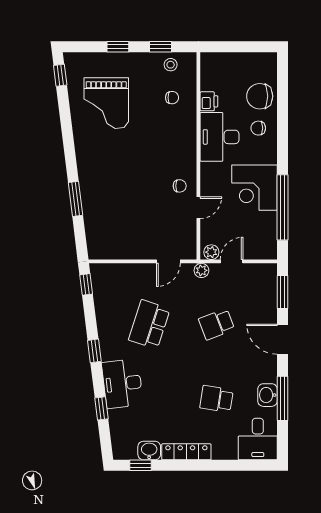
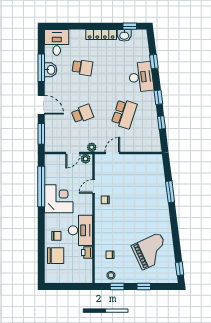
grand piano: (106, 103) -> (151, 251), turned 65
window: (86, 284) -> (161, 123), moved

